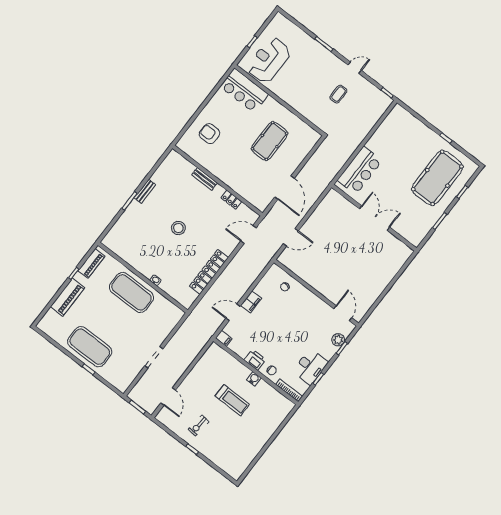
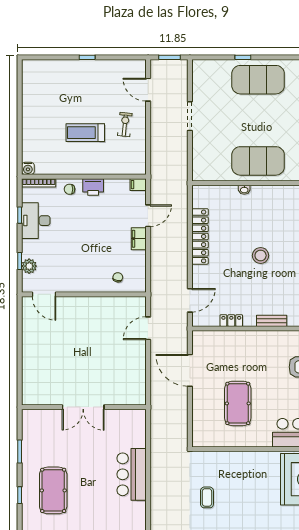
bar counter: (360, 170) -> (132, 474), moved
pool table: (437, 178) -> (53, 490), width x0.73, depth x0.76
water cooler: (254, 379) -> (28, 168), moved
exercise bike: (199, 426) -> (125, 125), moved

